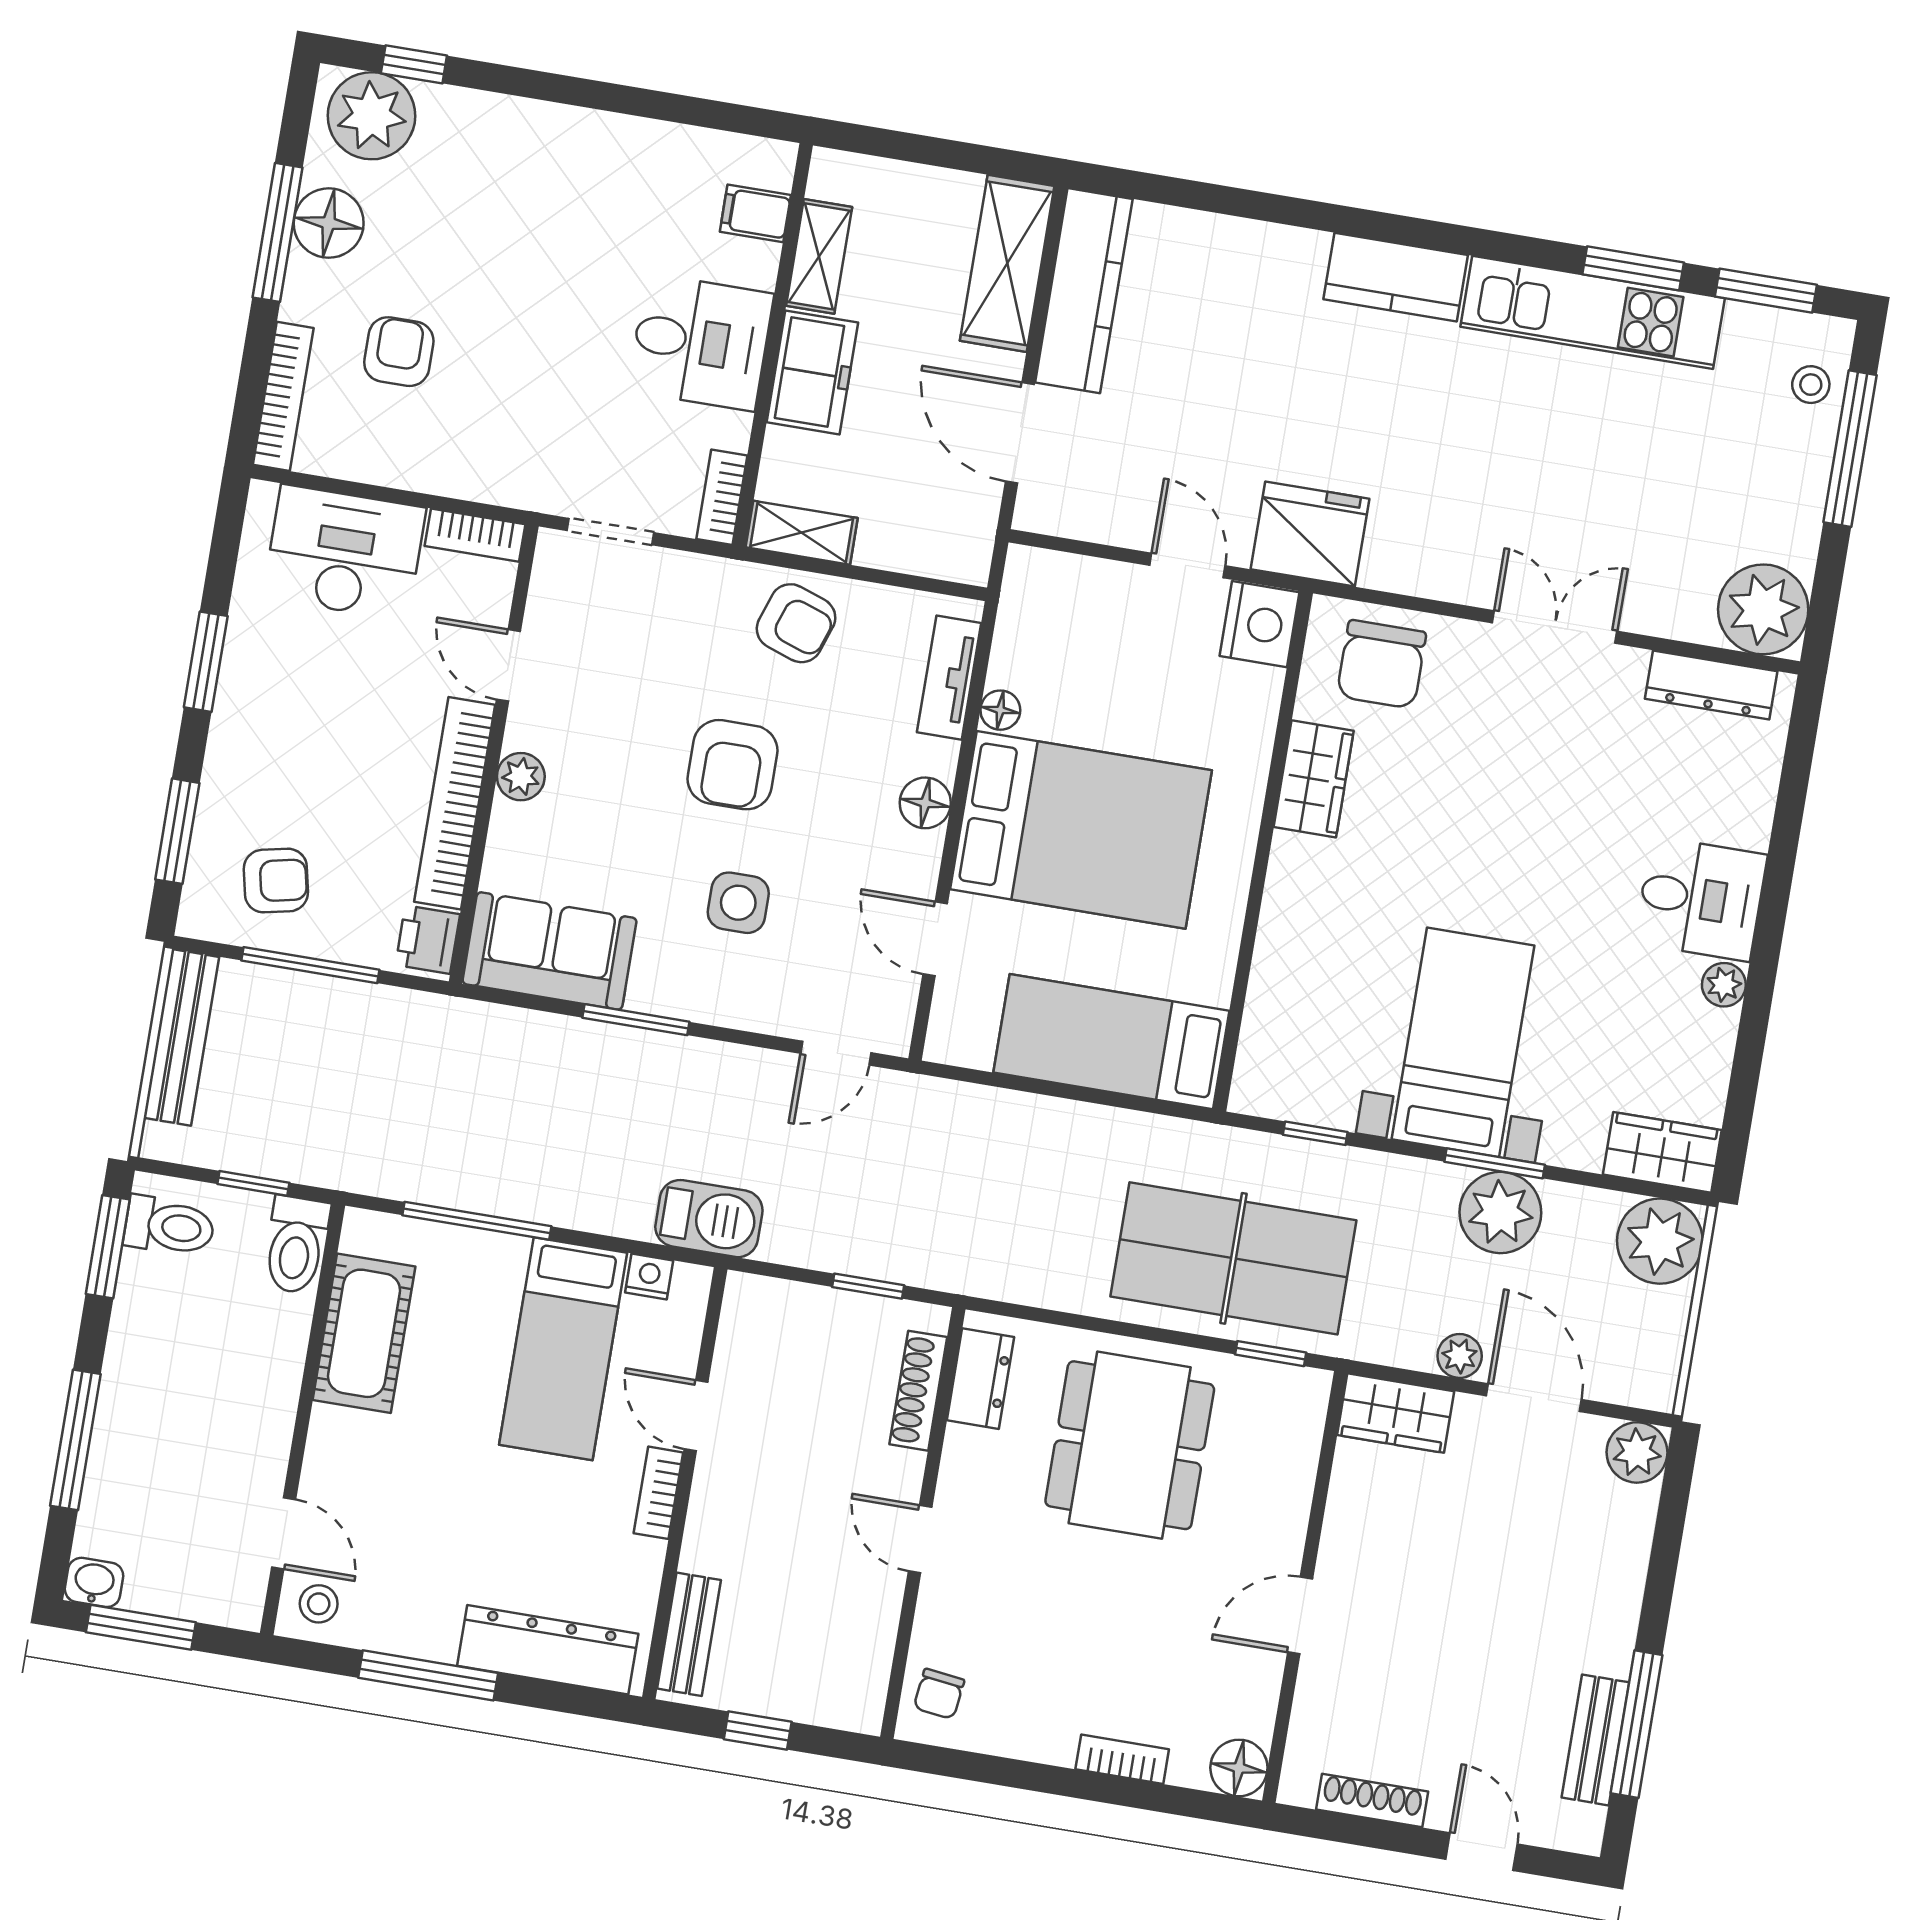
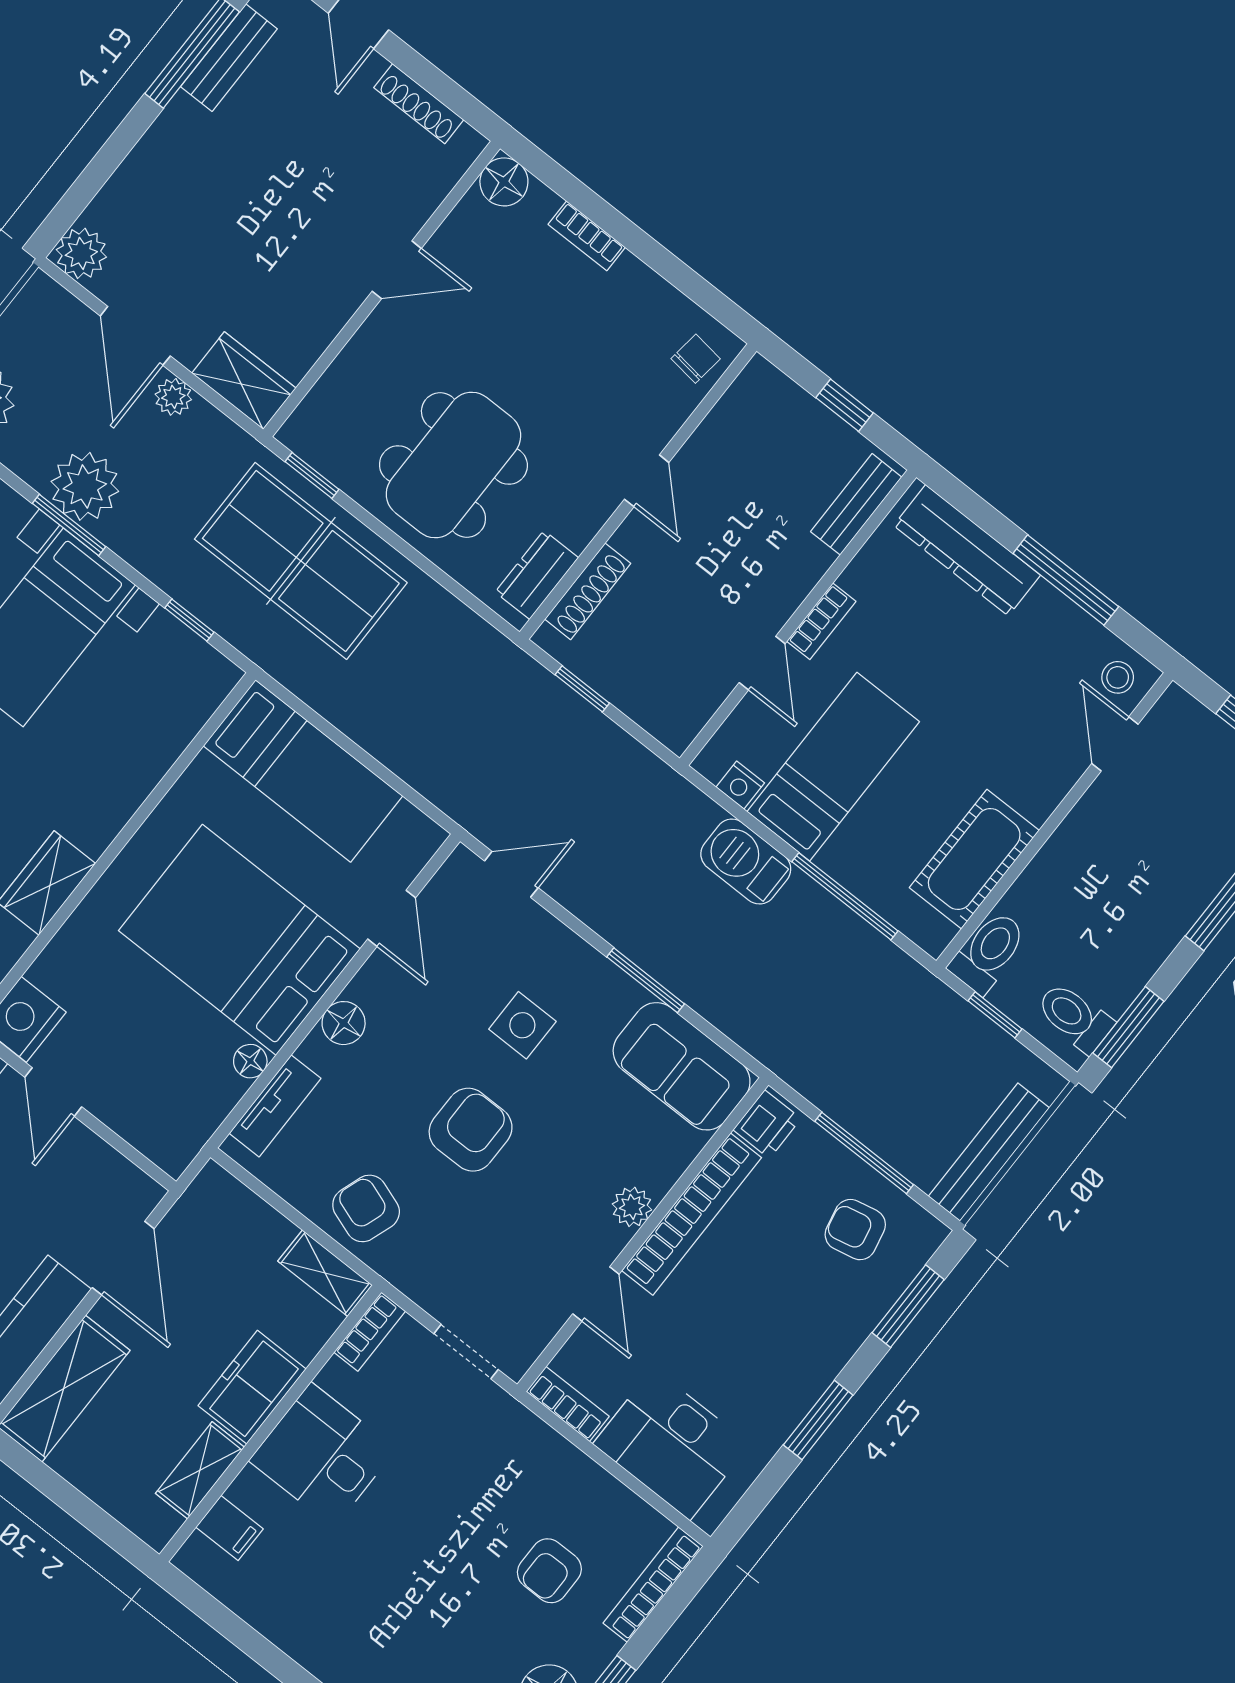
barbecue: (709, 1219) -> (746, 862), moved

